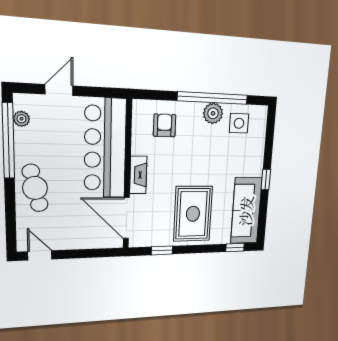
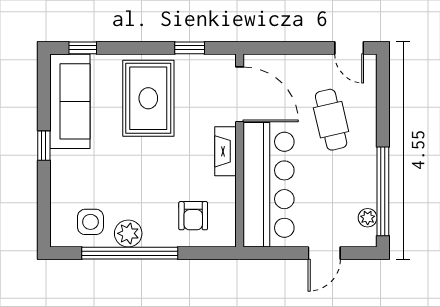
cafe table: (35, 188) -> (331, 120), moved

